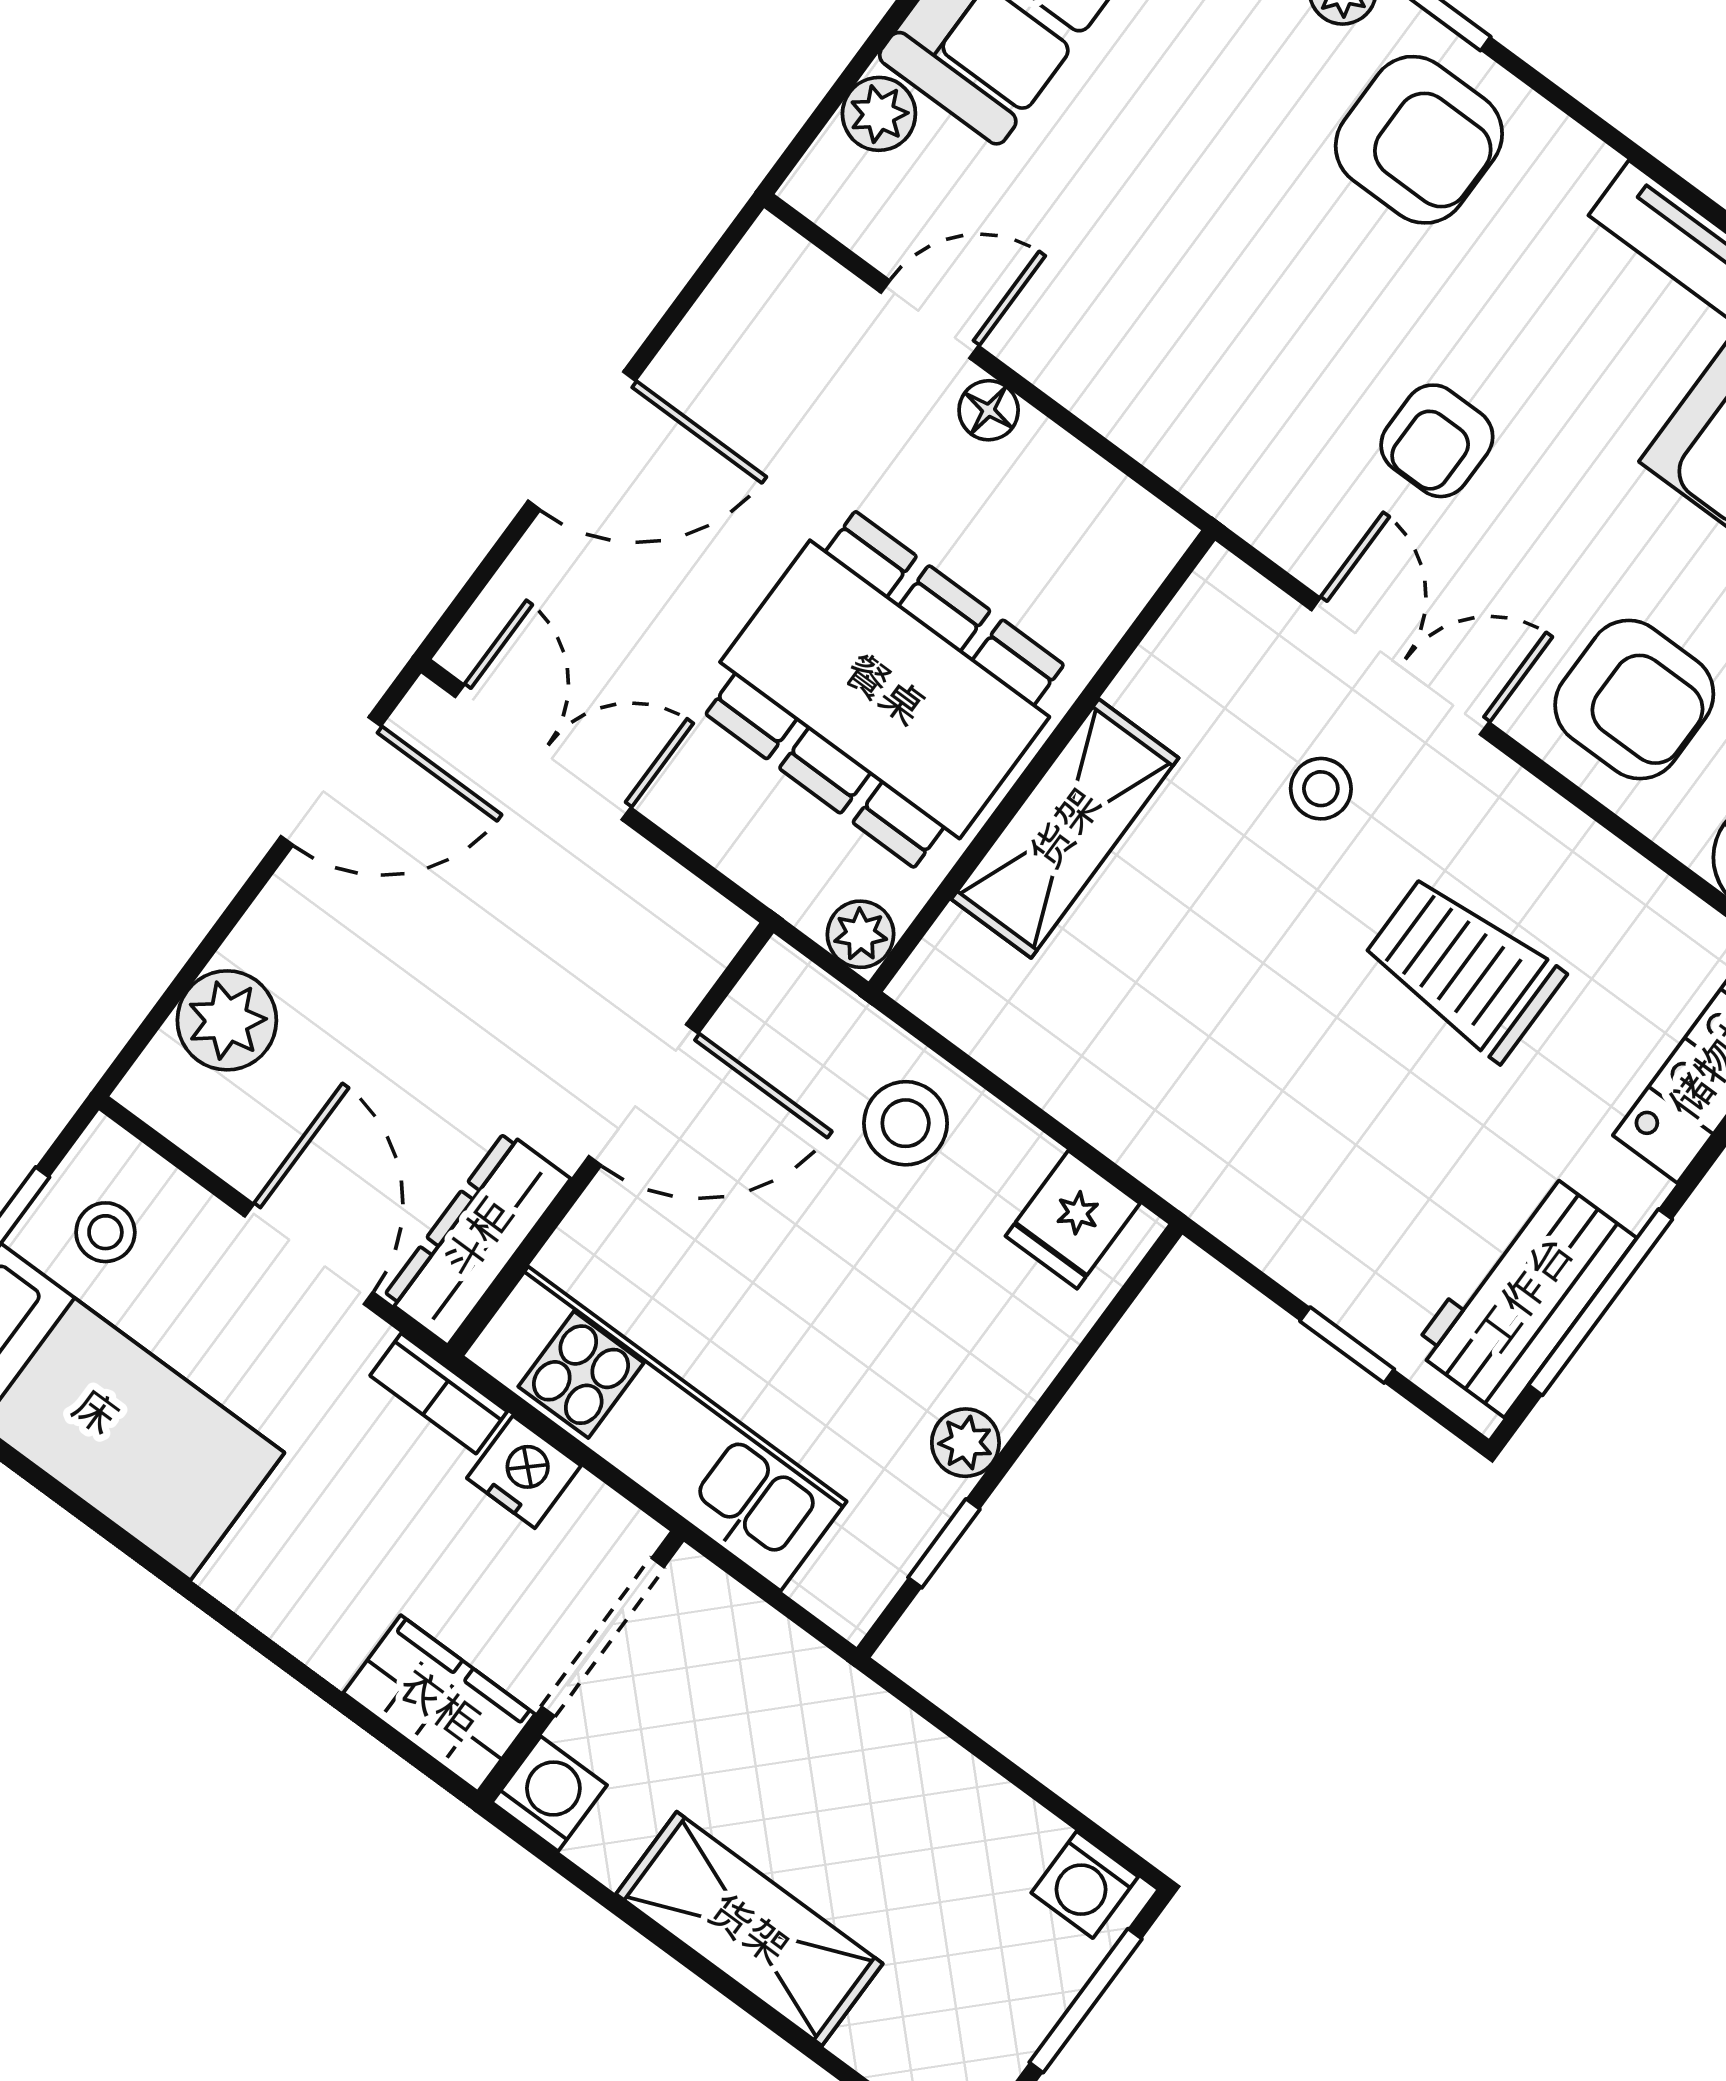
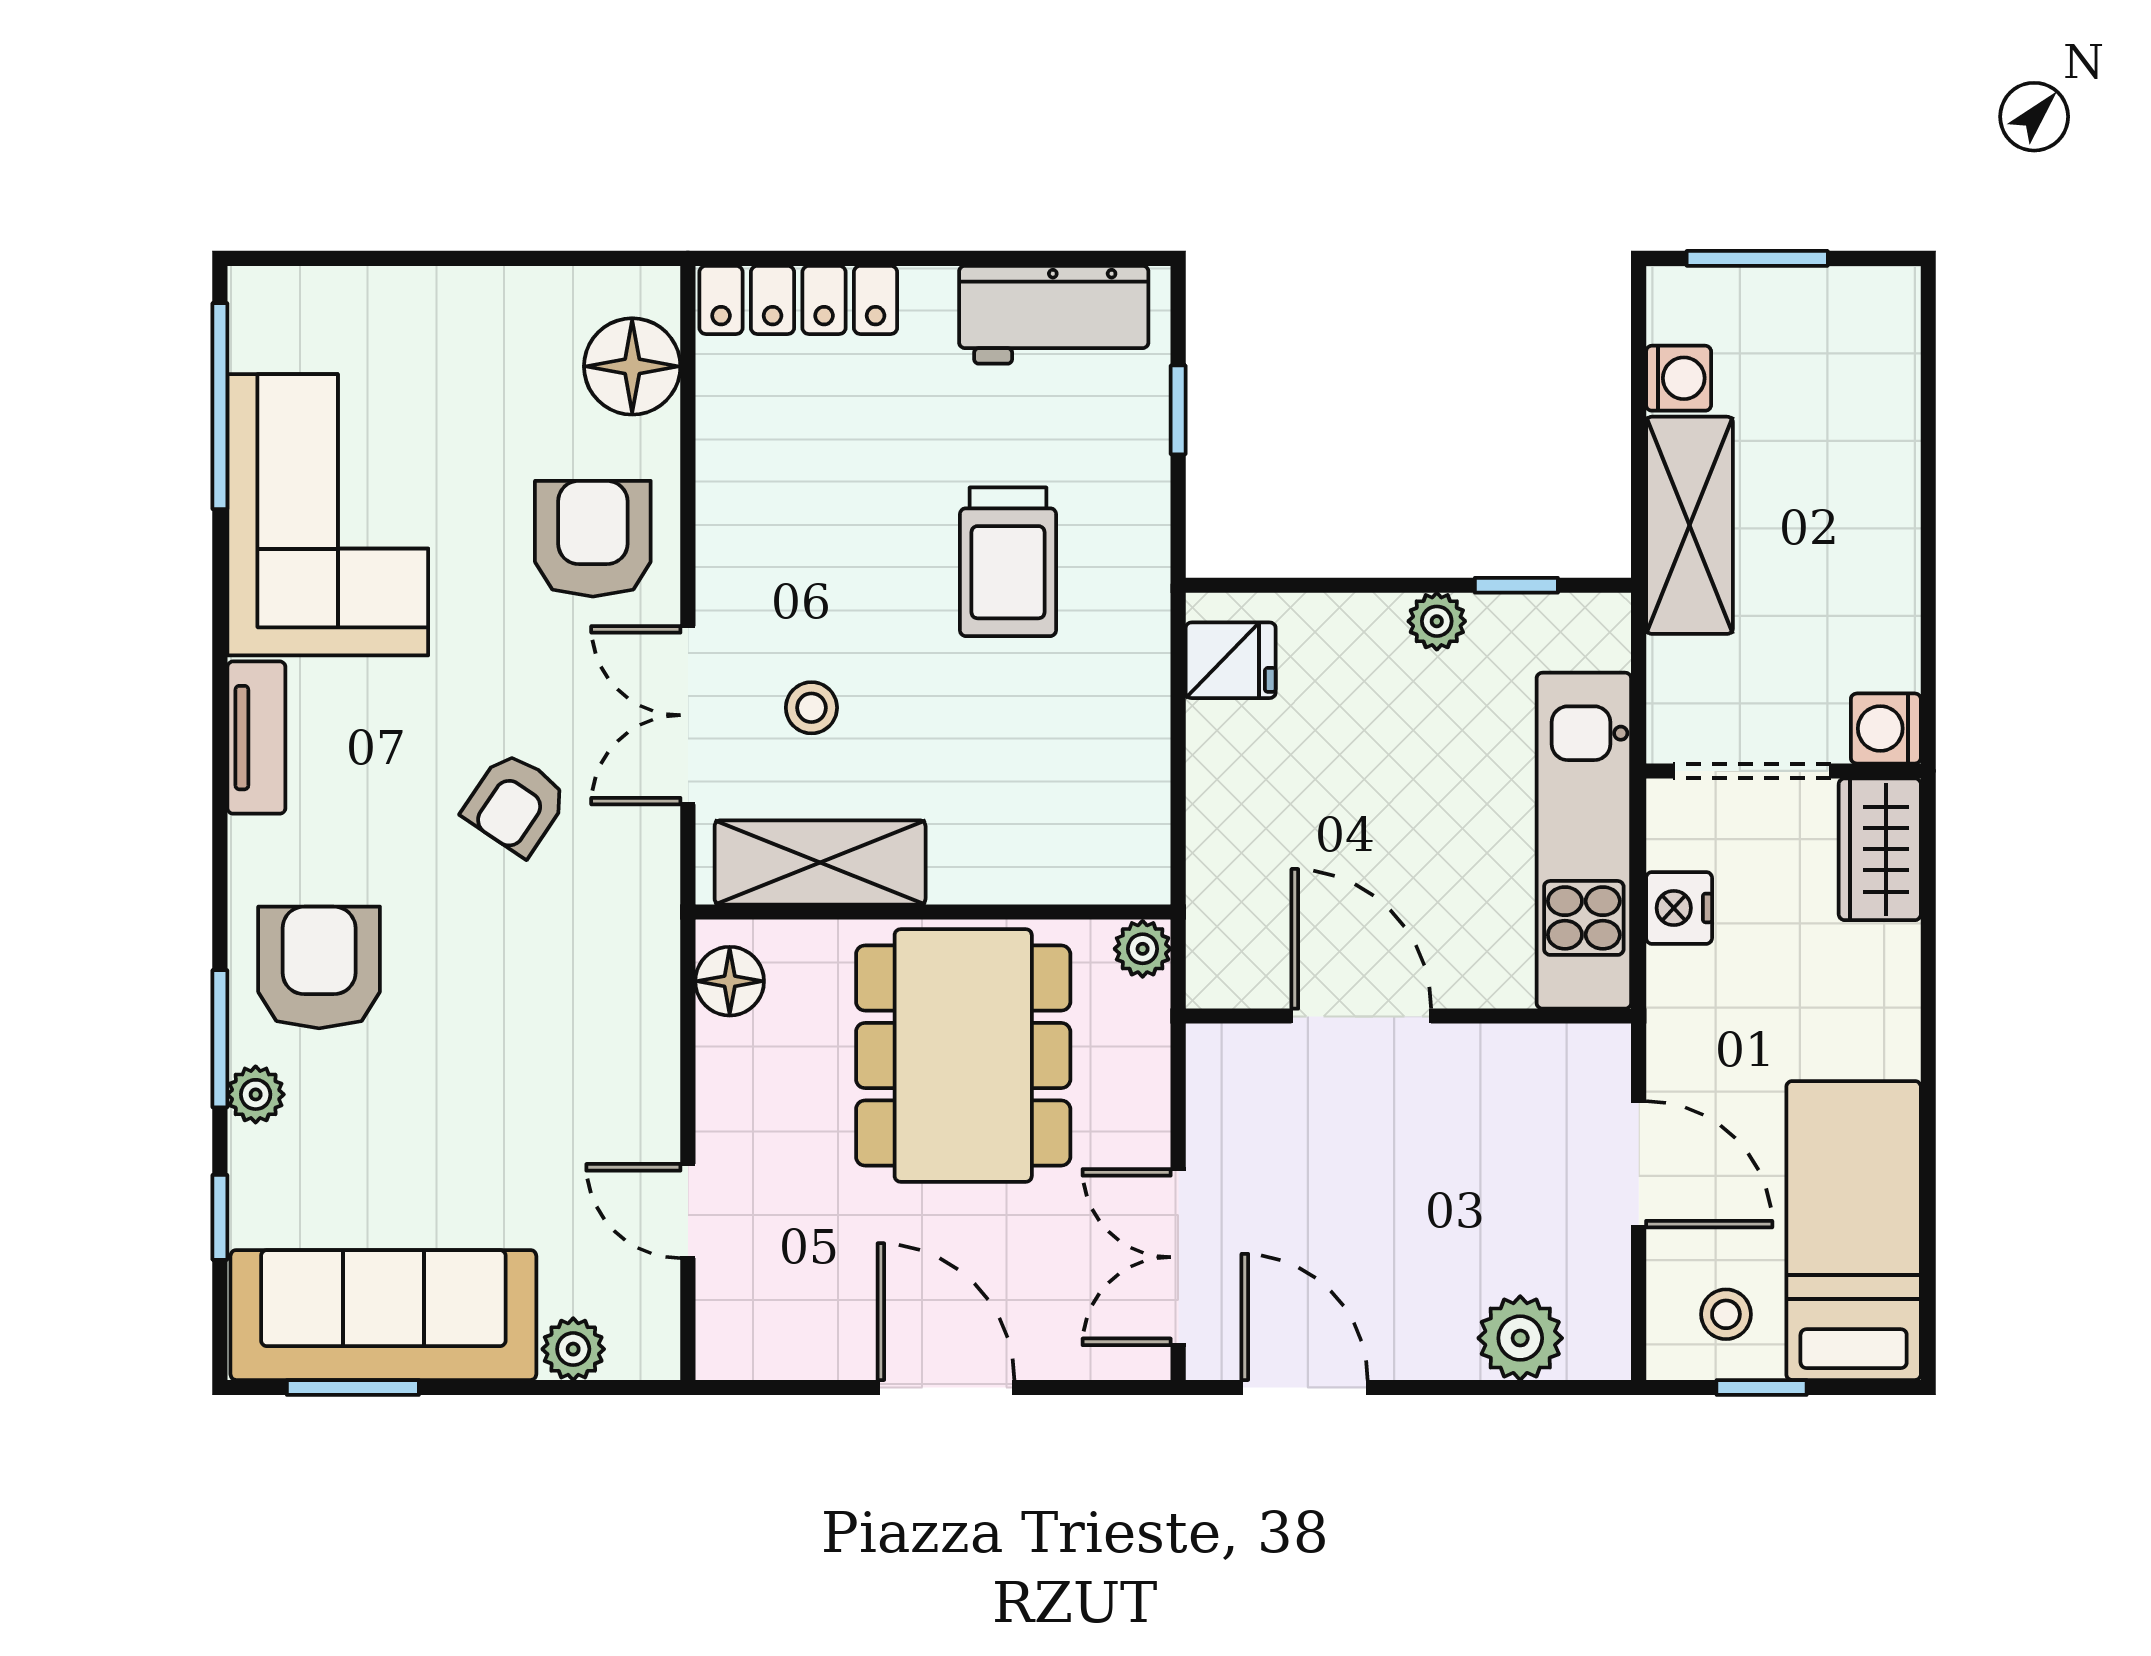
floor lamp: (989, 410) -> (730, 981), moved, width x1.37, depth x1.37
armchair: (1437, 441) -> (516, 804), turned 124
shelving: (1065, 828) -> (820, 862), moved
trolley: (1463, 968) -> (1008, 562), moved
stool: (906, 1123) -> (1249, 823), removed
dresser: (477, 1238) -> (1543, 1058), removed
door: (309, 1254) -> (1639, 1164), swing flipped
window: (1600, 1302) -> (1021, 258), removed
bookcase: (439, 1393) -> (1668, 1006), removed
washing machine: (1085, 1885) -> (1679, 378), moved
shelving: (749, 1929) -> (1689, 525), moved

